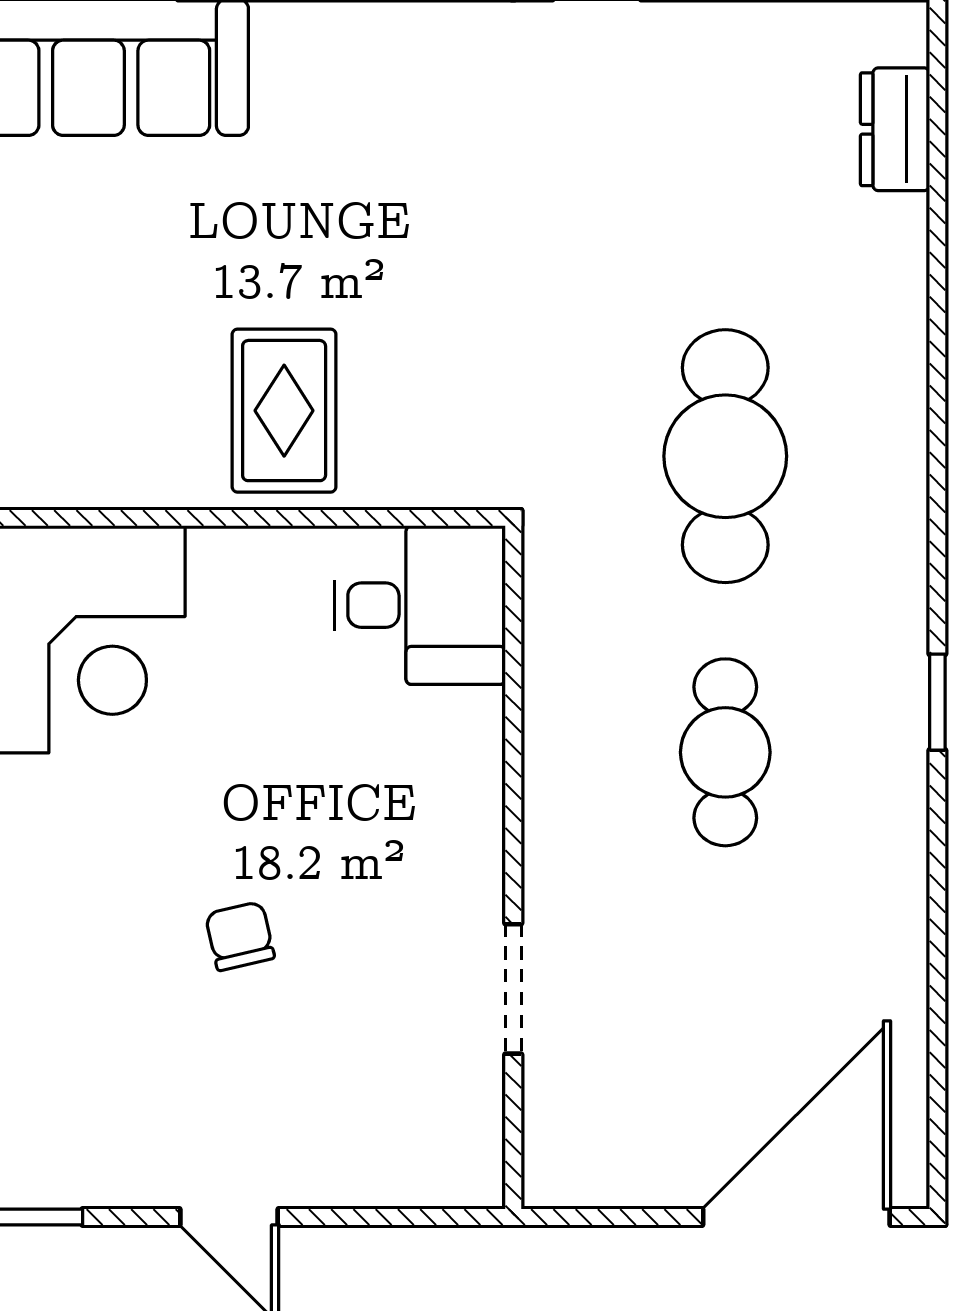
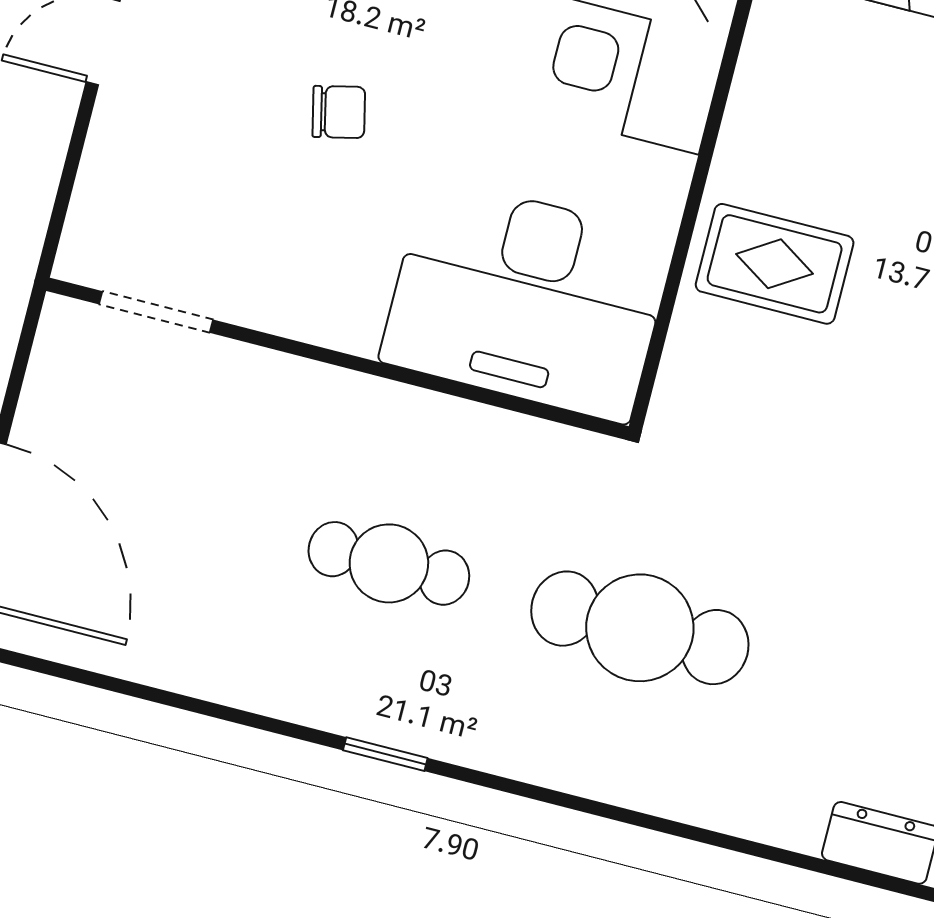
desk: (420, 605) -> (527, 300), width x1.87, depth x1.30
doorway: (513, 989) -> (156, 312), moved

